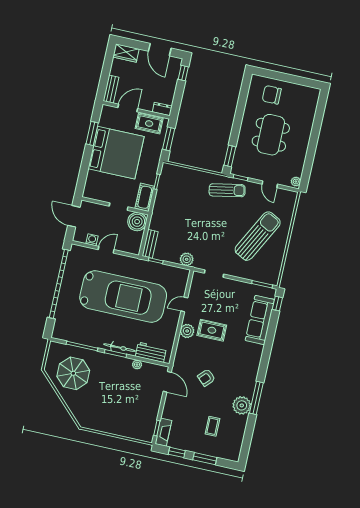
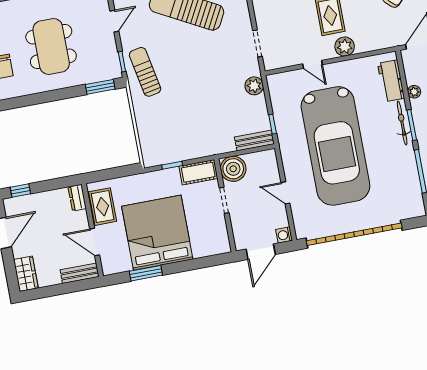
dining table: (271, 135) -> (51, 47), turned 90
window: (169, 139) -> (112, 173), removed
washing machine: (92, 240) -> (284, 235), moved
car: (123, 297) -> (335, 146), turned 180

